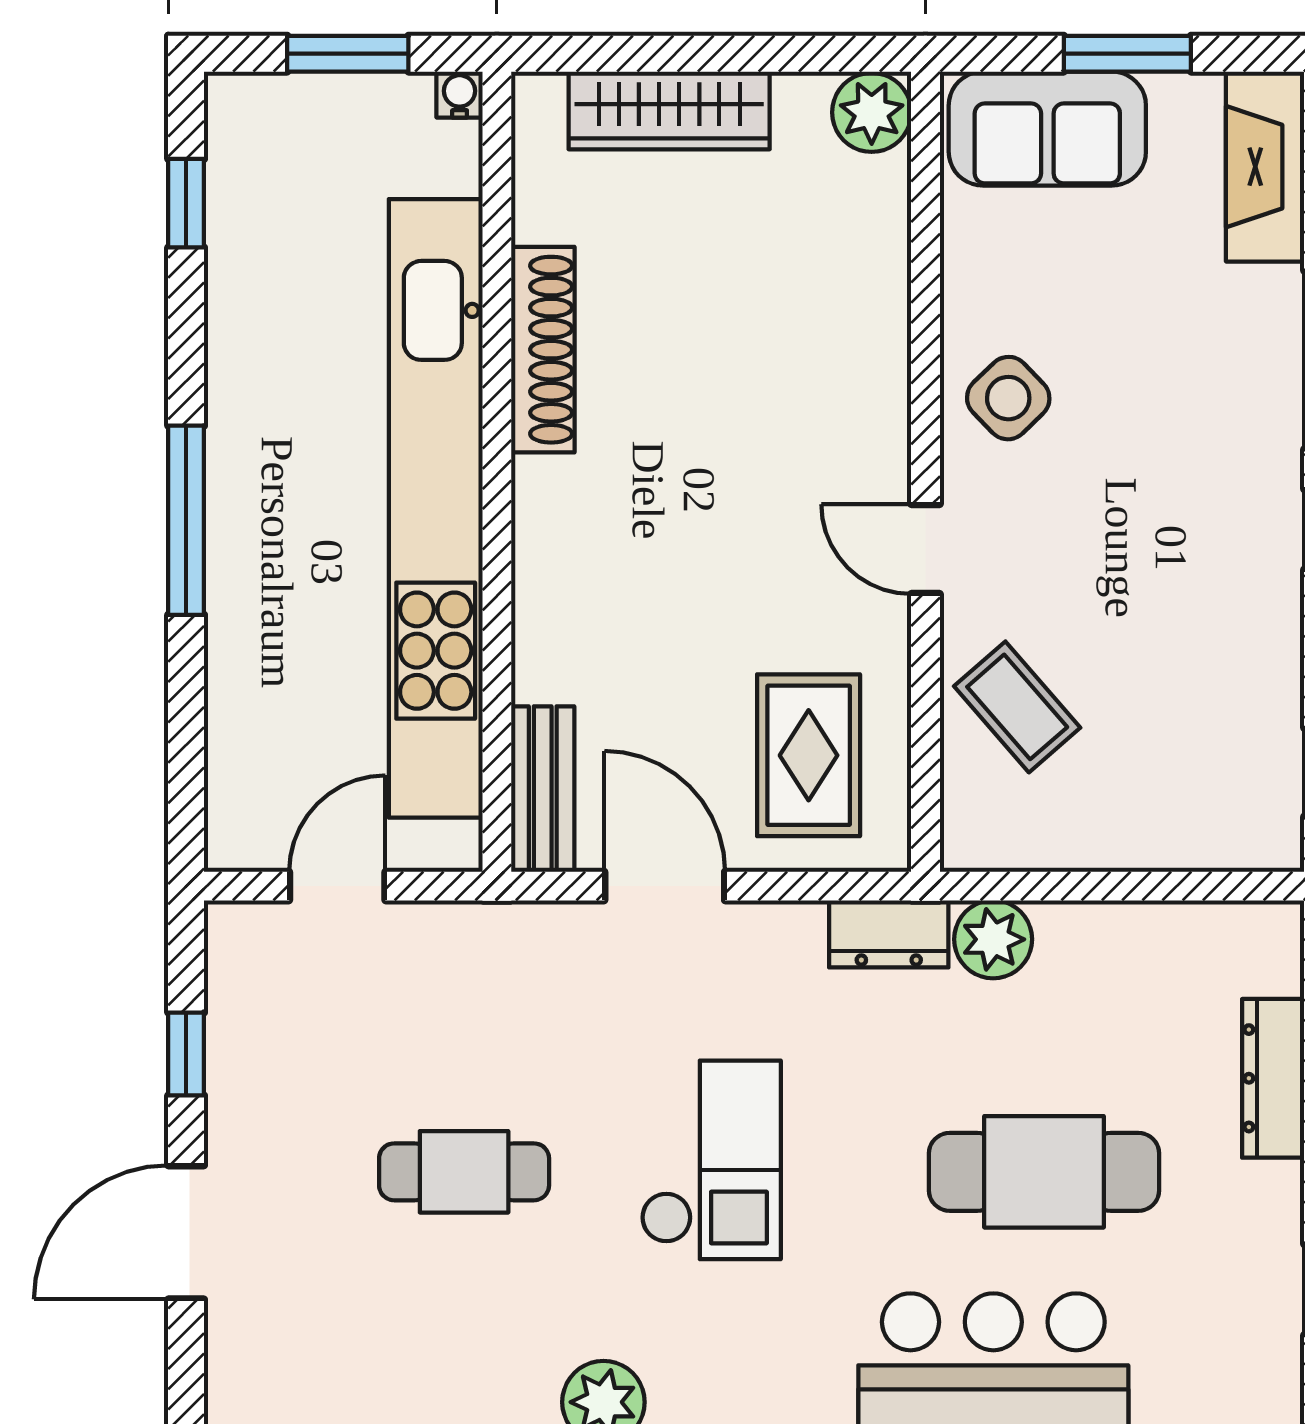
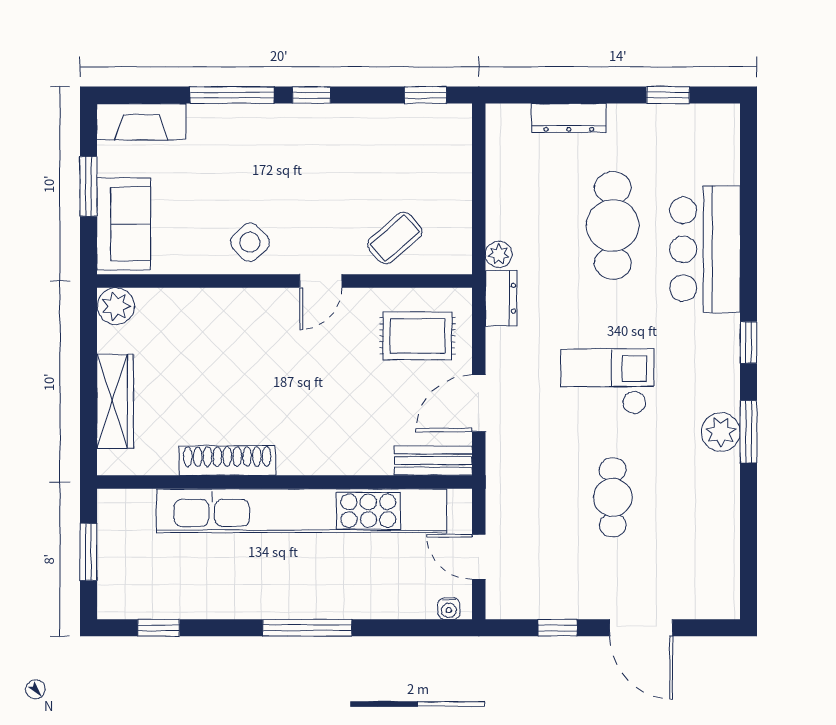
water cooler: (460, 95) -> (449, 609), moved, turned -90
plant: (993, 939) -> (499, 254), width x0.73, depth x0.73

